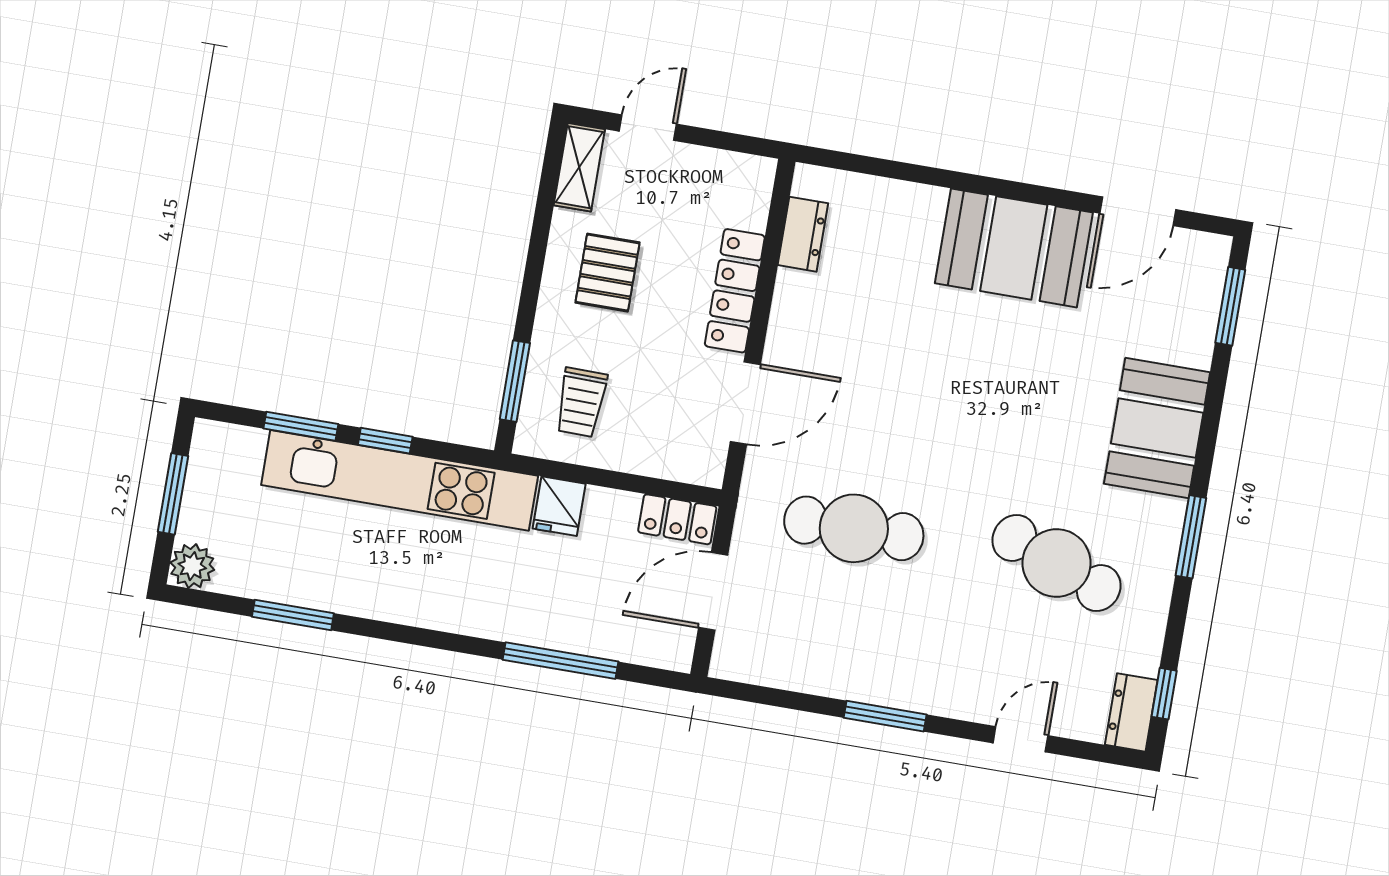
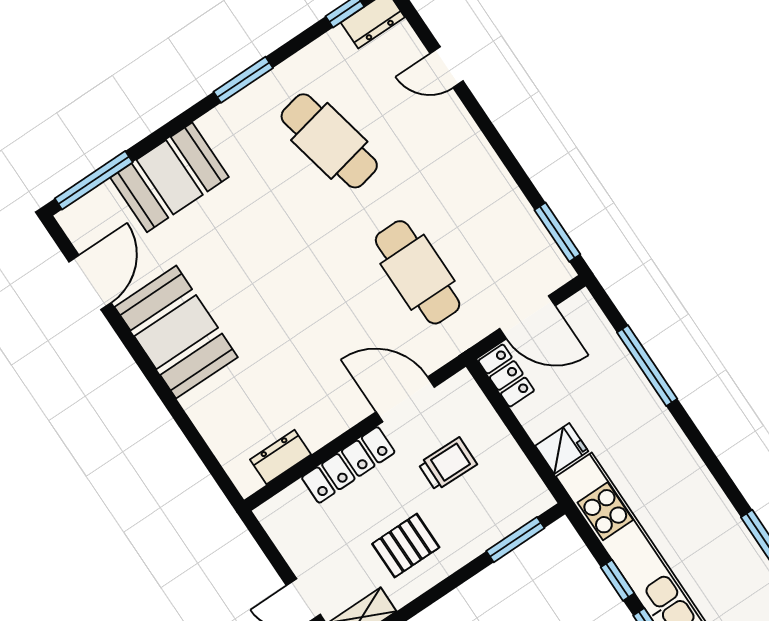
door: (1138, 211) -> (90, 282), hinge flipped
window: (1230, 306) -> (94, 180), width x1.44
trolley: (581, 402) -> (448, 464), moved
booth: (1157, 428) -> (170, 177), moved
cafe table: (1056, 563) -> (329, 141), turned -33
window: (885, 716) -> (557, 232), moved

